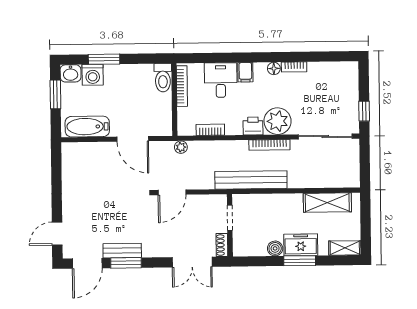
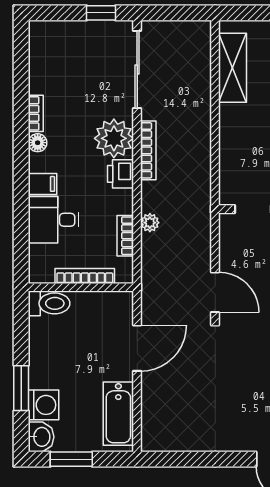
bookcase: (182, 86) -> (85, 276), moved
plant: (181, 147) -> (150, 223), moved
bench: (251, 180) -> (198, 178), removed

